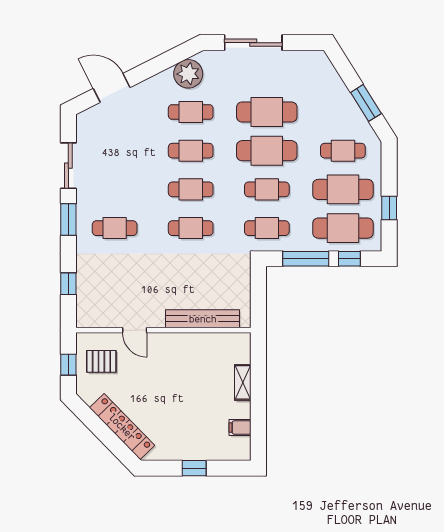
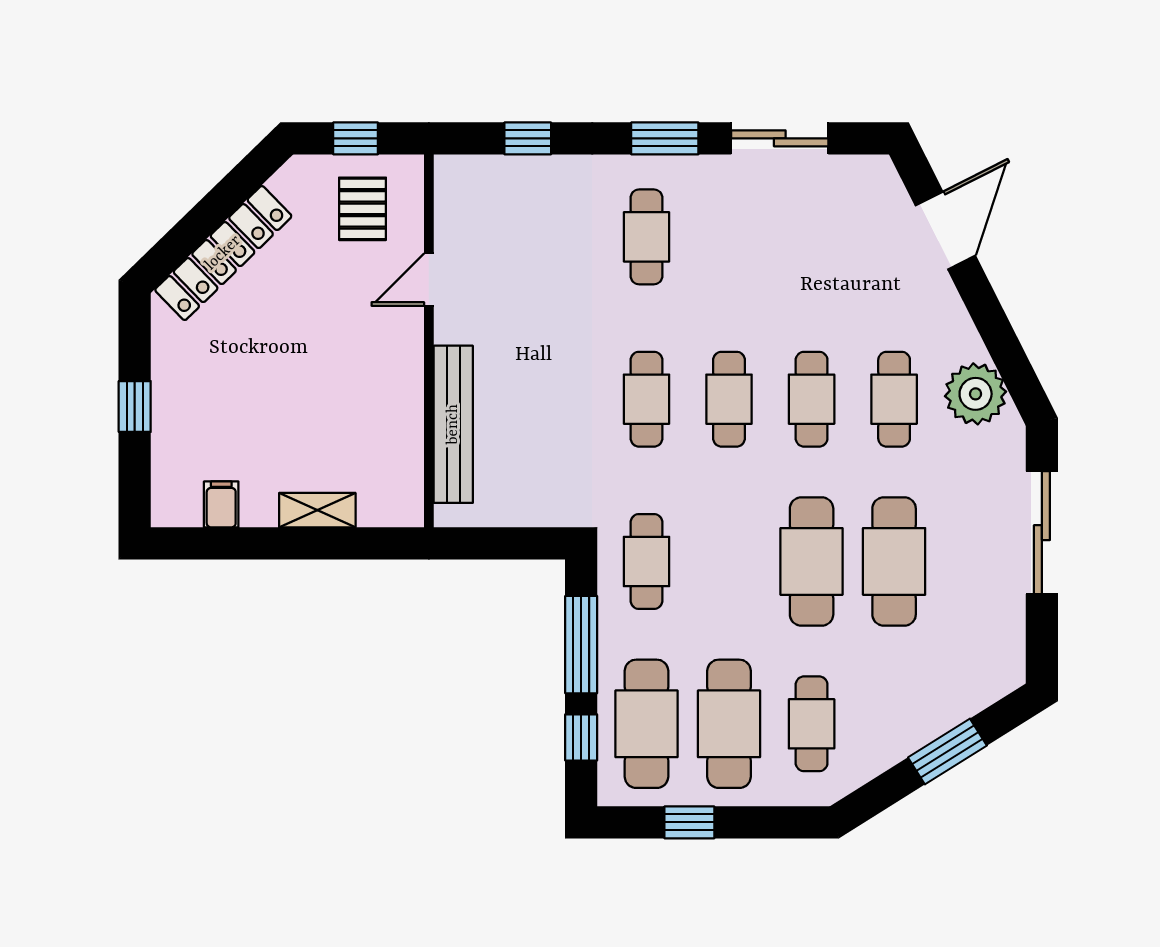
window: (366, 103) -> (947, 751), moved
cafe table: (267, 189) -> (729, 561), removed

